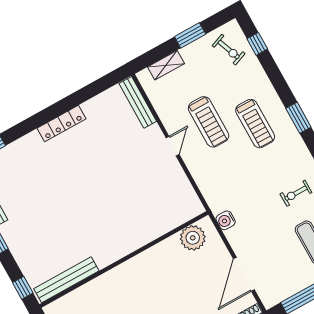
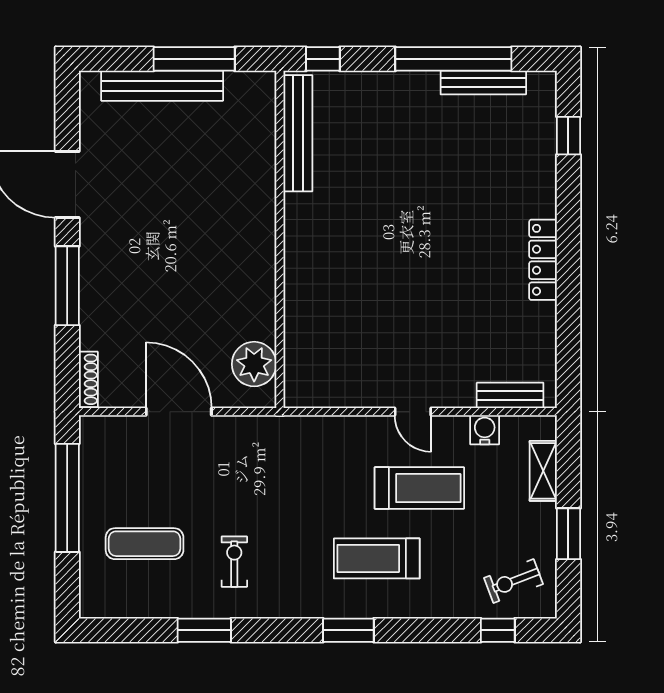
bench: (138, 102) -> (510, 395), width x0.73
treadmill: (209, 122) -> (419, 488), turned 180
water cooler: (226, 220) -> (485, 430), moved
door: (244, 274) -> (179, 412), moved

